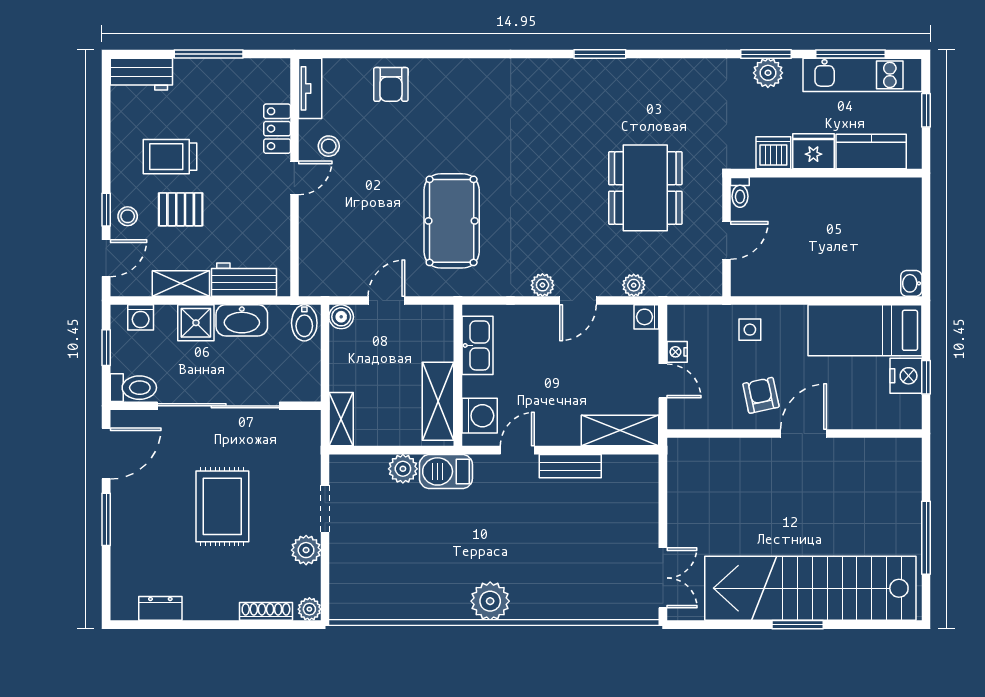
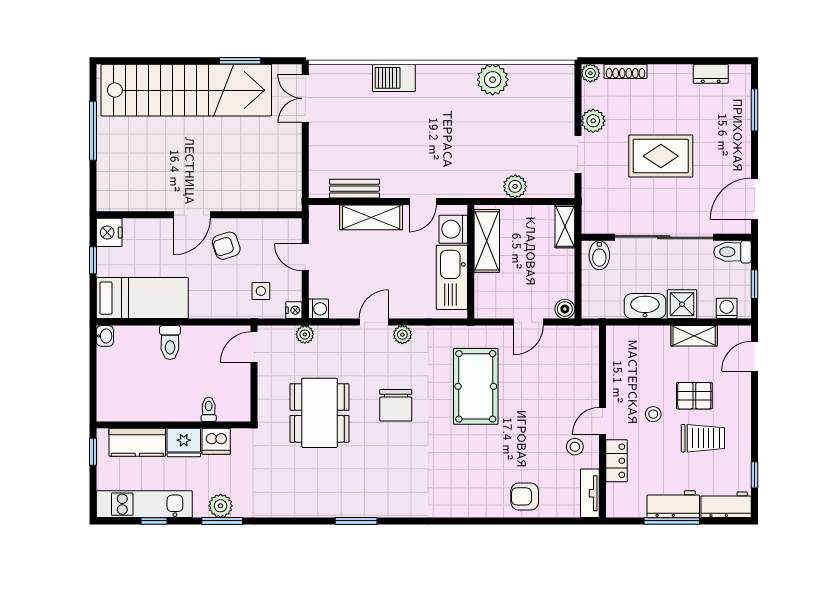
window: (851, 54) -> (154, 521), width x0.46
armchair: (391, 84) -> (525, 496), turned -90
window: (926, 110) -> (93, 452), moved
toilet: (740, 192) -> (209, 409), moved
chair: (551, 197) -> (396, 405), added
window: (106, 210) -> (754, 475), moved
stool: (128, 216) -> (653, 414), moved
door: (727, 240) -> (254, 347), moved
toilet: (831, 275) -> (170, 343), added
workbench: (244, 280) -> (673, 504), moved, turned 180
plant: (634, 285) -> (305, 334), moved
bidet: (304, 323) -> (599, 255), moved, turned 180
side table: (750, 330) -> (261, 291), moved
kitchen sink: (477, 345) -> (452, 277), width x1.36, depth x1.24
nightstand: (677, 352) -> (294, 310), moved
nightstand: (906, 376) -> (109, 232), moved
armchair: (761, 395) -> (226, 246), turned 84
shelving: (620, 430) -> (371, 217), moved
bench: (570, 466) -> (355, 189), moved
barbecue: (446, 471) -> (394, 78), moved, turned 180
rug: (222, 506) -> (661, 156), turned 90
window: (106, 519) -> (754, 110), moved
plant: (490, 601) -> (493, 80), moved
window: (798, 625) -> (240, 61), moved

